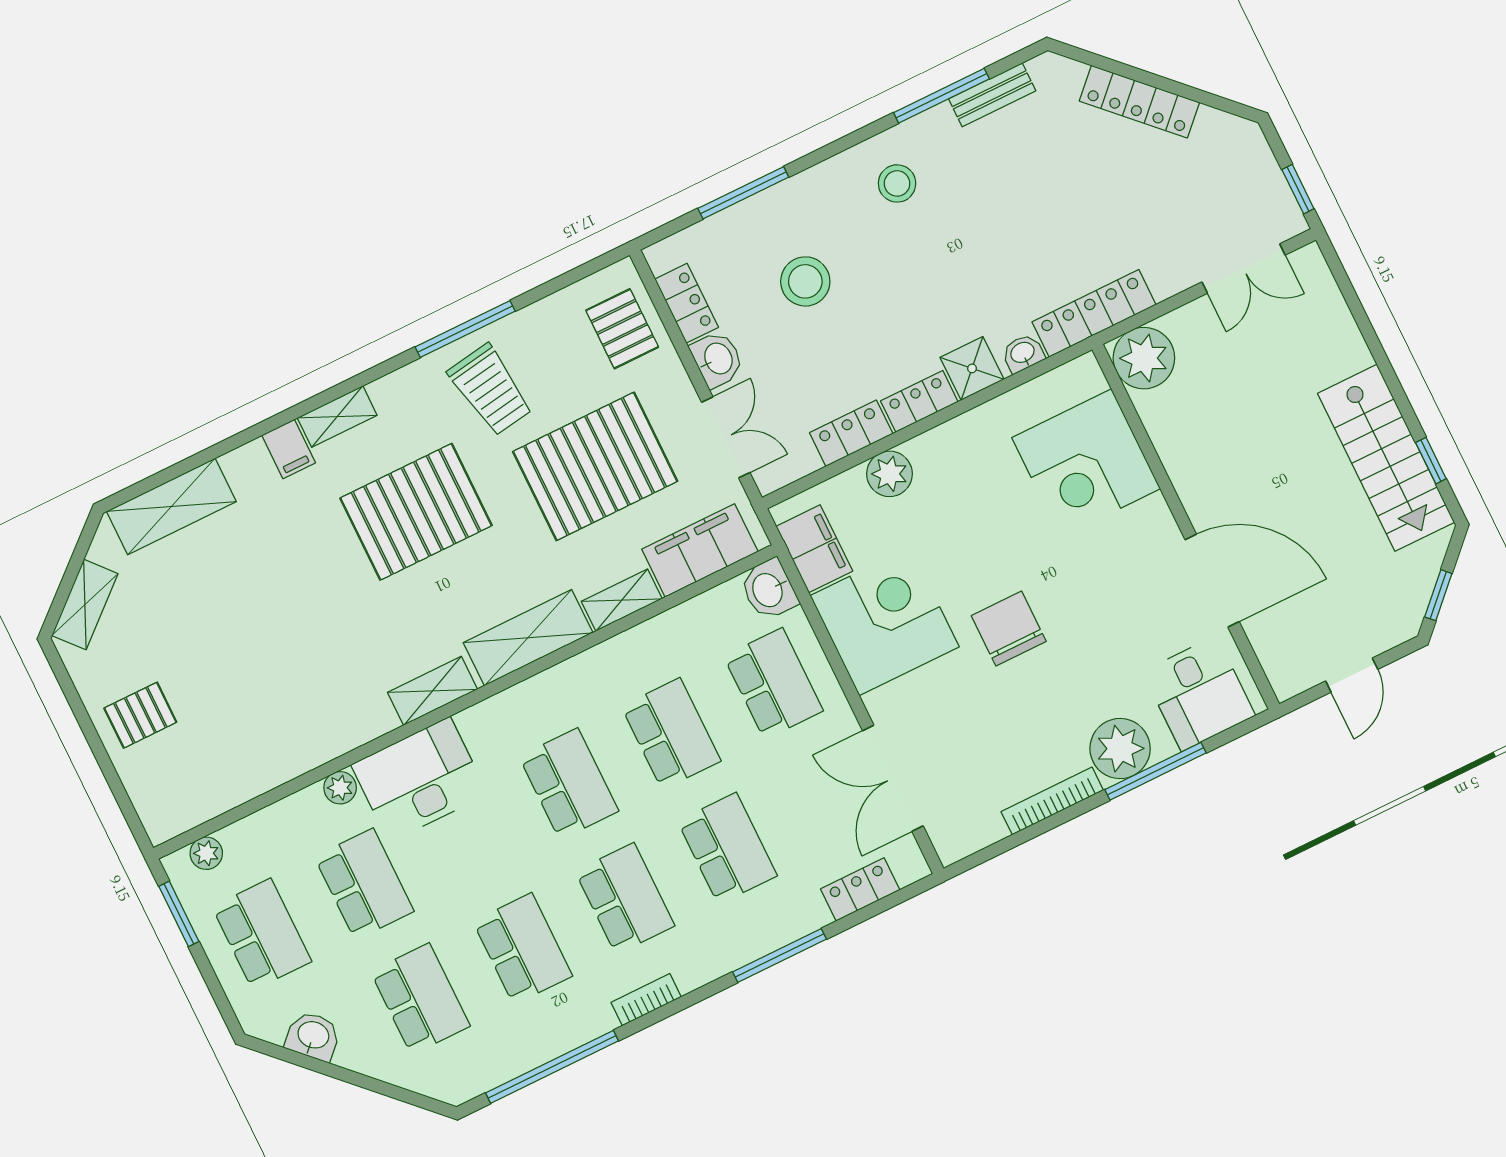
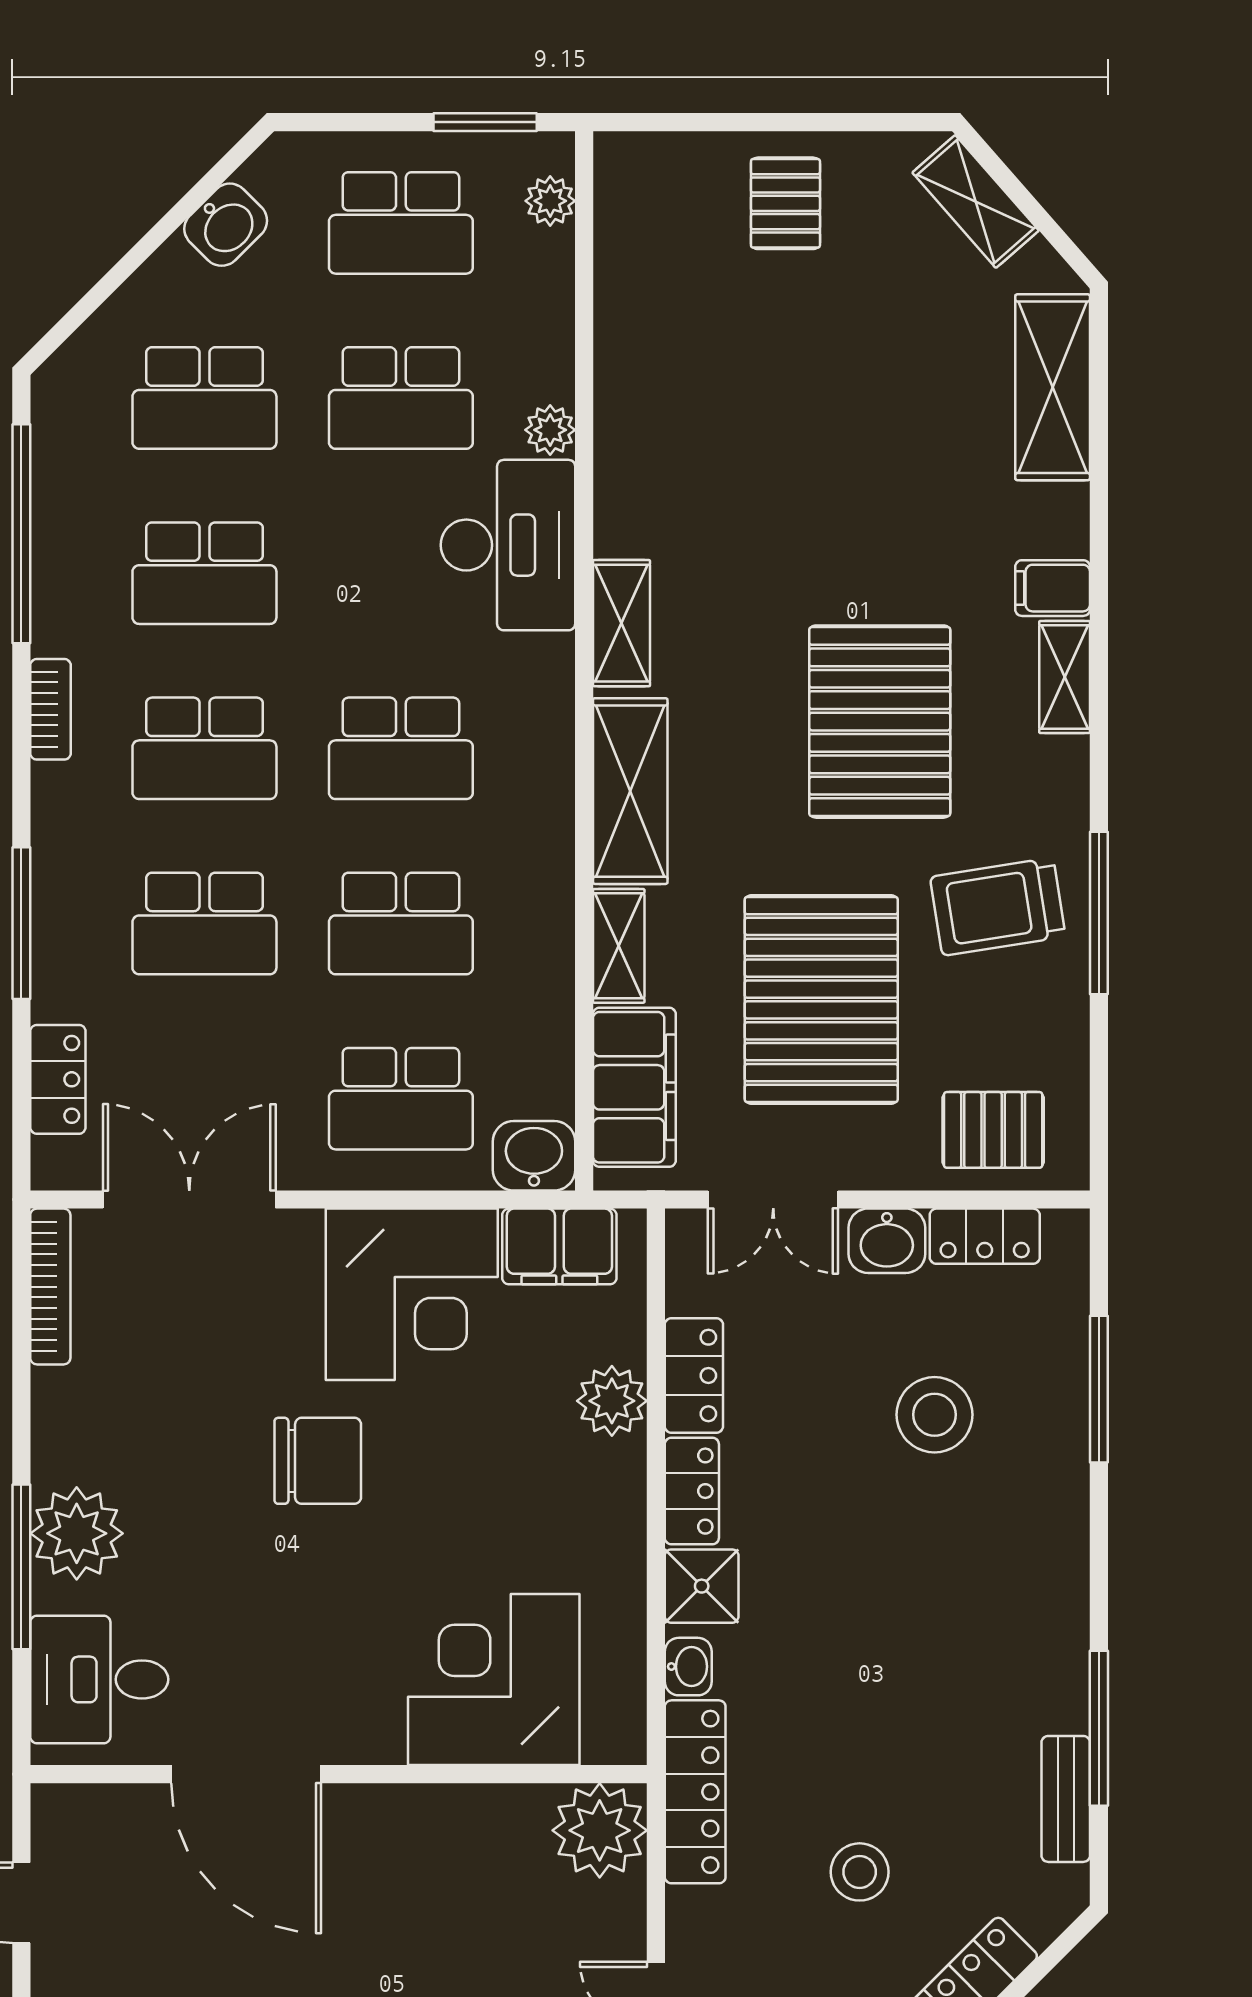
stool: (897, 183) -> (860, 1872), moved
door: (1212, 581) -> (246, 1774), hinge flipped
bookcase: (1052, 801) -> (50, 1287), moved

